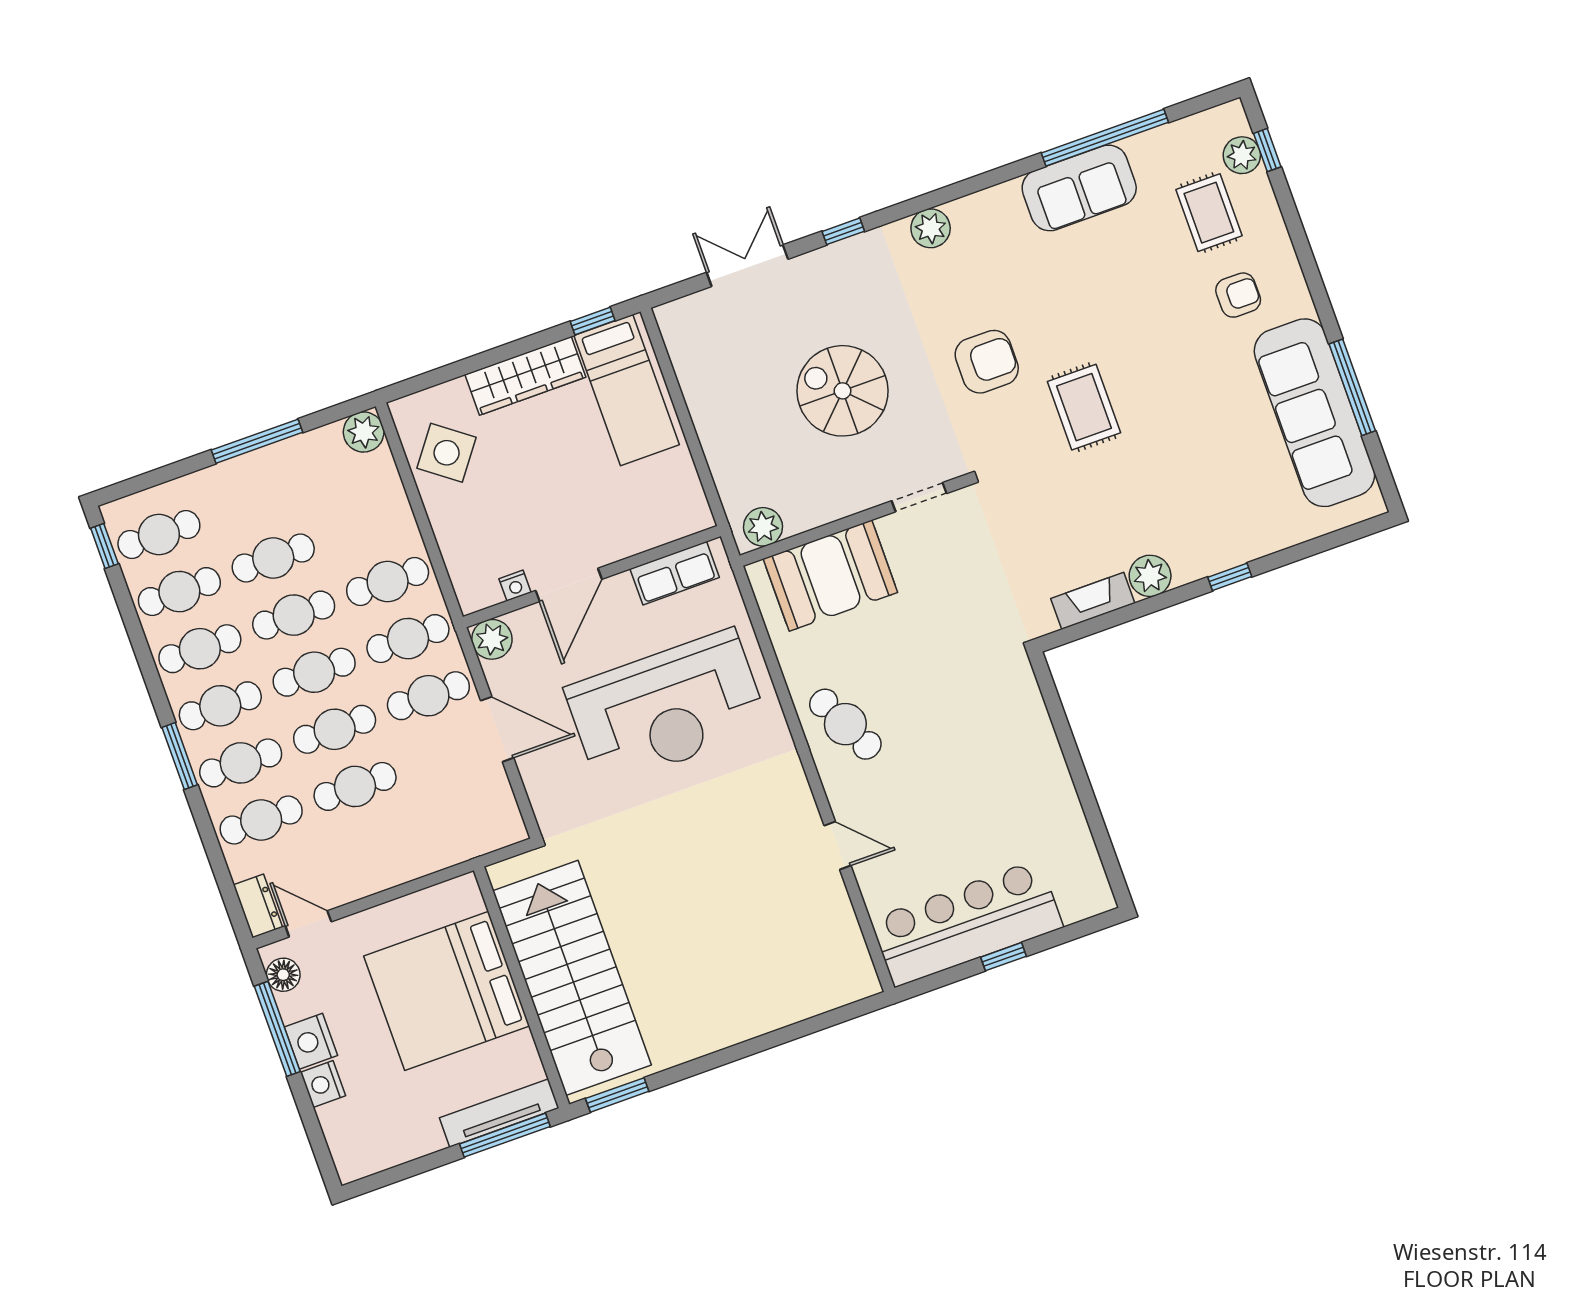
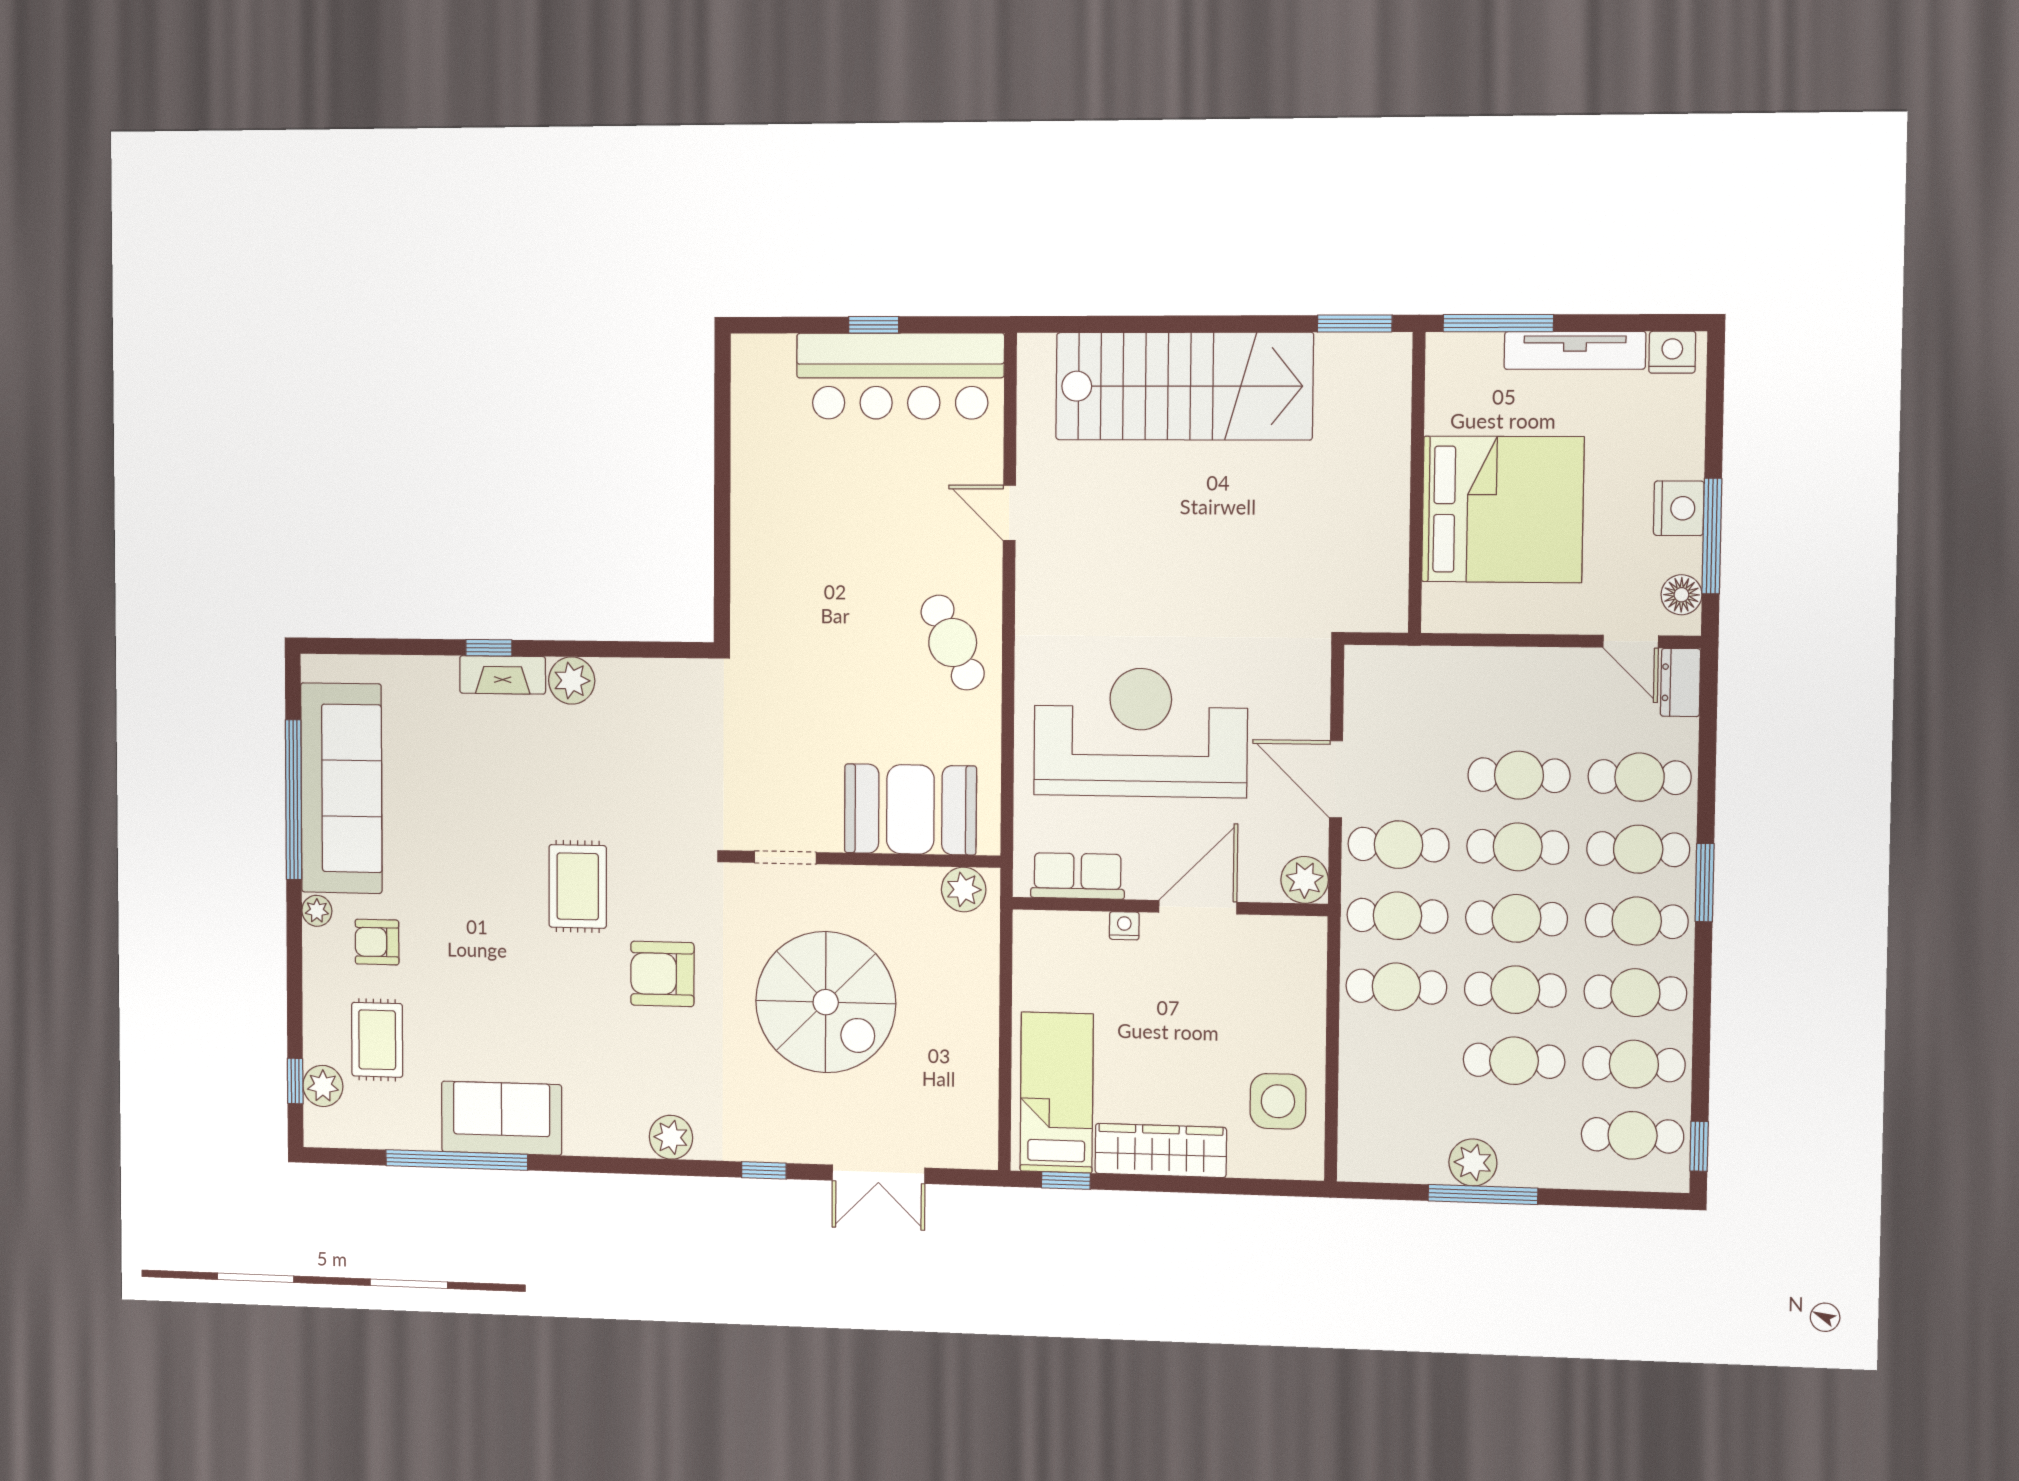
plant: (1299, 302) -> (317, 911), added
window: (1352, 387) -> (294, 800), width x1.46
spiral stairs: (843, 391) -> (826, 1002), width x1.37, depth x1.37
plant: (364, 432) -> (1473, 1162), moved
side table: (447, 453) -> (1278, 1101), turned -37
nightstand: (515, 586) -> (1124, 926), moved
fireplace: (1093, 601) -> (503, 675), moved
stairs: (572, 978) -> (1184, 386), moved, turned -90
nightstand: (323, 1084) -> (1672, 352), moved, turned -90
tv unit: (499, 1113) -> (1575, 350), moved

